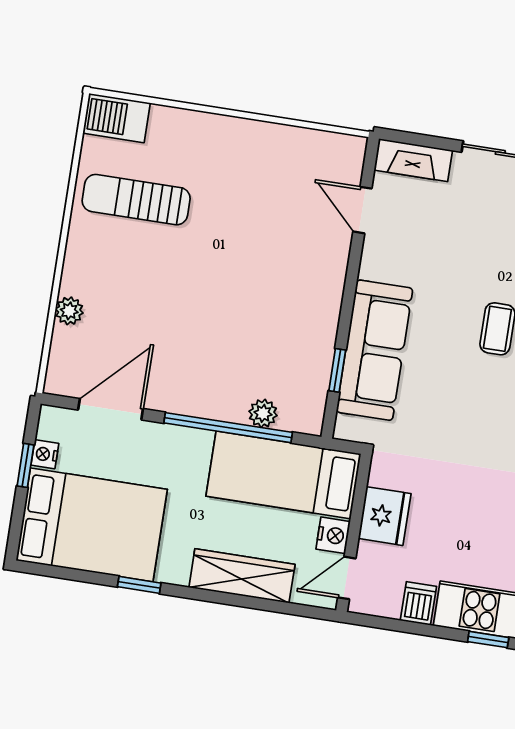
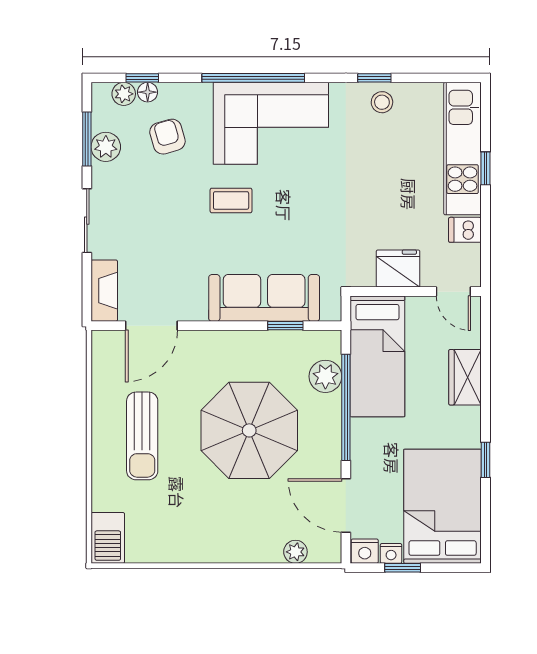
sun lounger: (136, 200) -> (142, 436), moved
door: (362, 210) -> (151, 326), width x1.37
parasol: (219, 307) -> (249, 430), added
plant: (69, 311) -> (295, 552), moved
plant: (263, 413) -> (325, 376), width x1.38, depth x1.38
nightstand: (333, 535) -> (365, 551), moved, turned 180
wardrobe: (242, 576) -> (465, 377), width x0.67

